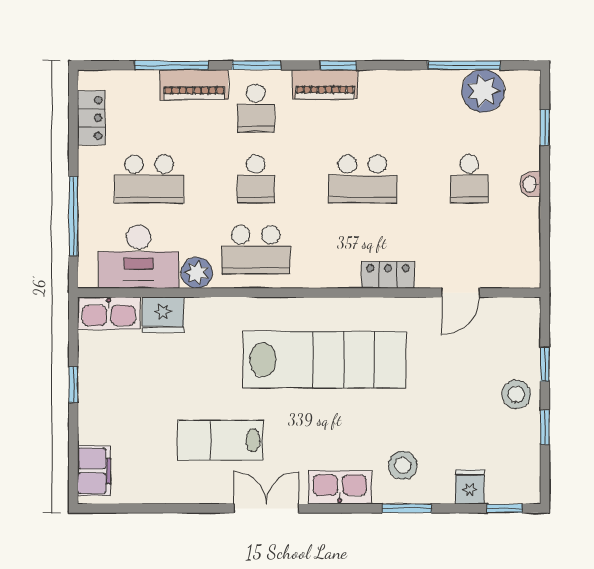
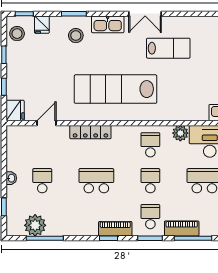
school desk: (256, 250) -> (150, 145), width x0.54
locker: (388, 275) -> (90, 132), width x1.53
fridge: (163, 315) -> (15, 110), moved, turned 90
stool: (516, 394) -> (17, 34), moved

